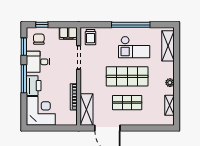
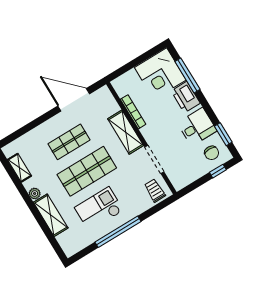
filing cabinet: (68, 33) -> (183, 179), removed
shelving: (168, 46) -> (51, 215), moved
window: (24, 79) -> (187, 75), moved
shelving: (87, 110) -> (126, 132), moved

